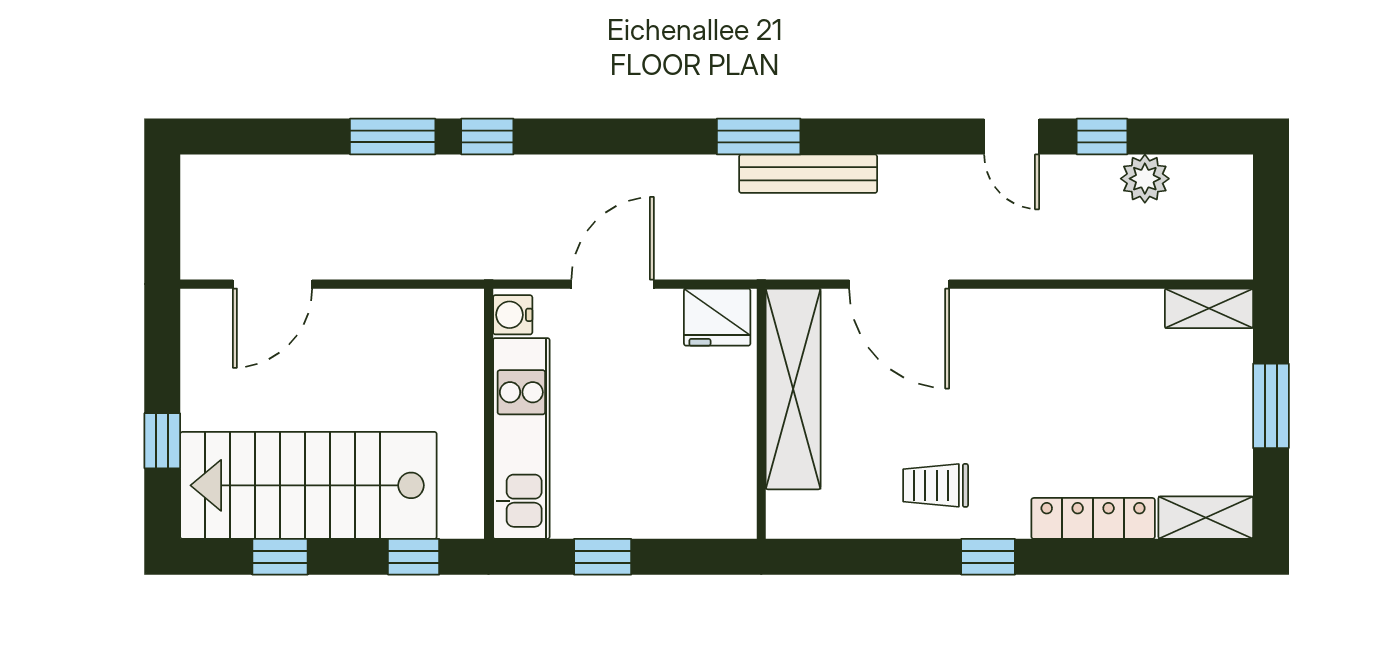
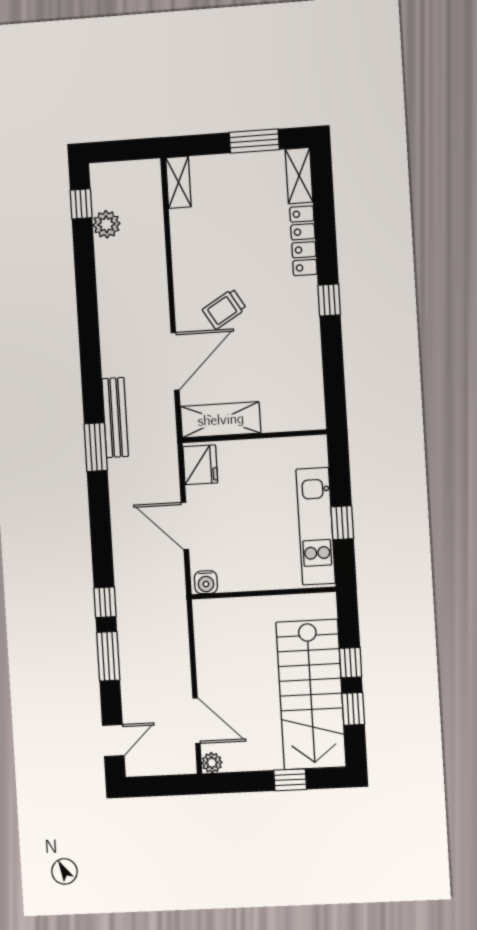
door: (1012, 136) -> (113, 741), moved
window: (1102, 136) -> (81, 204), moved
plant: (198, 307) -> (212, 763), added
shelving: (793, 389) -> (221, 420), width x0.68
window: (1271, 406) -> (254, 141), moved
kitchen unit: (521, 438) -> (316, 526), moved, turned -90
trolley: (936, 485) -> (224, 309), moved, turned 59
window: (414, 557) -> (351, 663), moved

